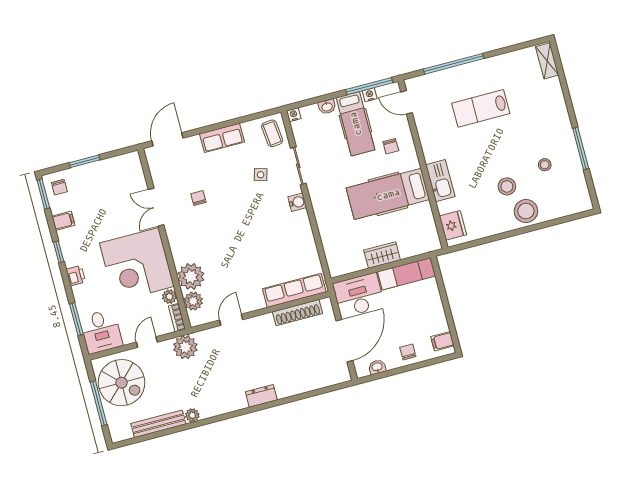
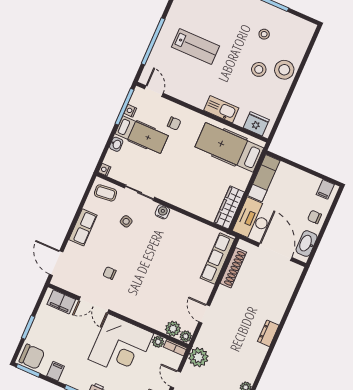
door: (407, 102) -> (154, 91), swing flipped
lab bench: (481, 108) -> (195, 47), turned -90
filing cabinet: (134, 174) -> (61, 302), added
chair: (59, 187) -> (32, 357), width x1.87, depth x1.87
hospital bed: (388, 194) -> (229, 147), moved, turned 90
wardrobe: (382, 255) -> (229, 207), moved, width x1.50
plant: (191, 276) -> (186, 336), moved, width x0.53, depth x0.53
washbasin: (377, 367) -> (307, 244), width x1.91, depth x1.45

